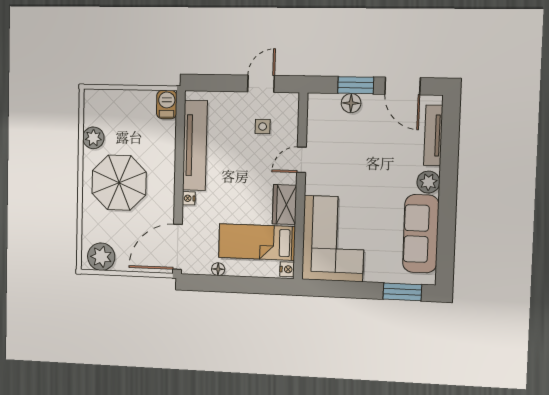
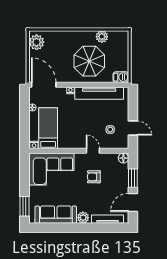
floor lamp: (351, 103) -> (123, 158), moved
armchair: (351, 159) -> (94, 177), added
parasol: (119, 183) -> (89, 61), moved
wardrobe: (285, 205) -> (69, 142), removed

